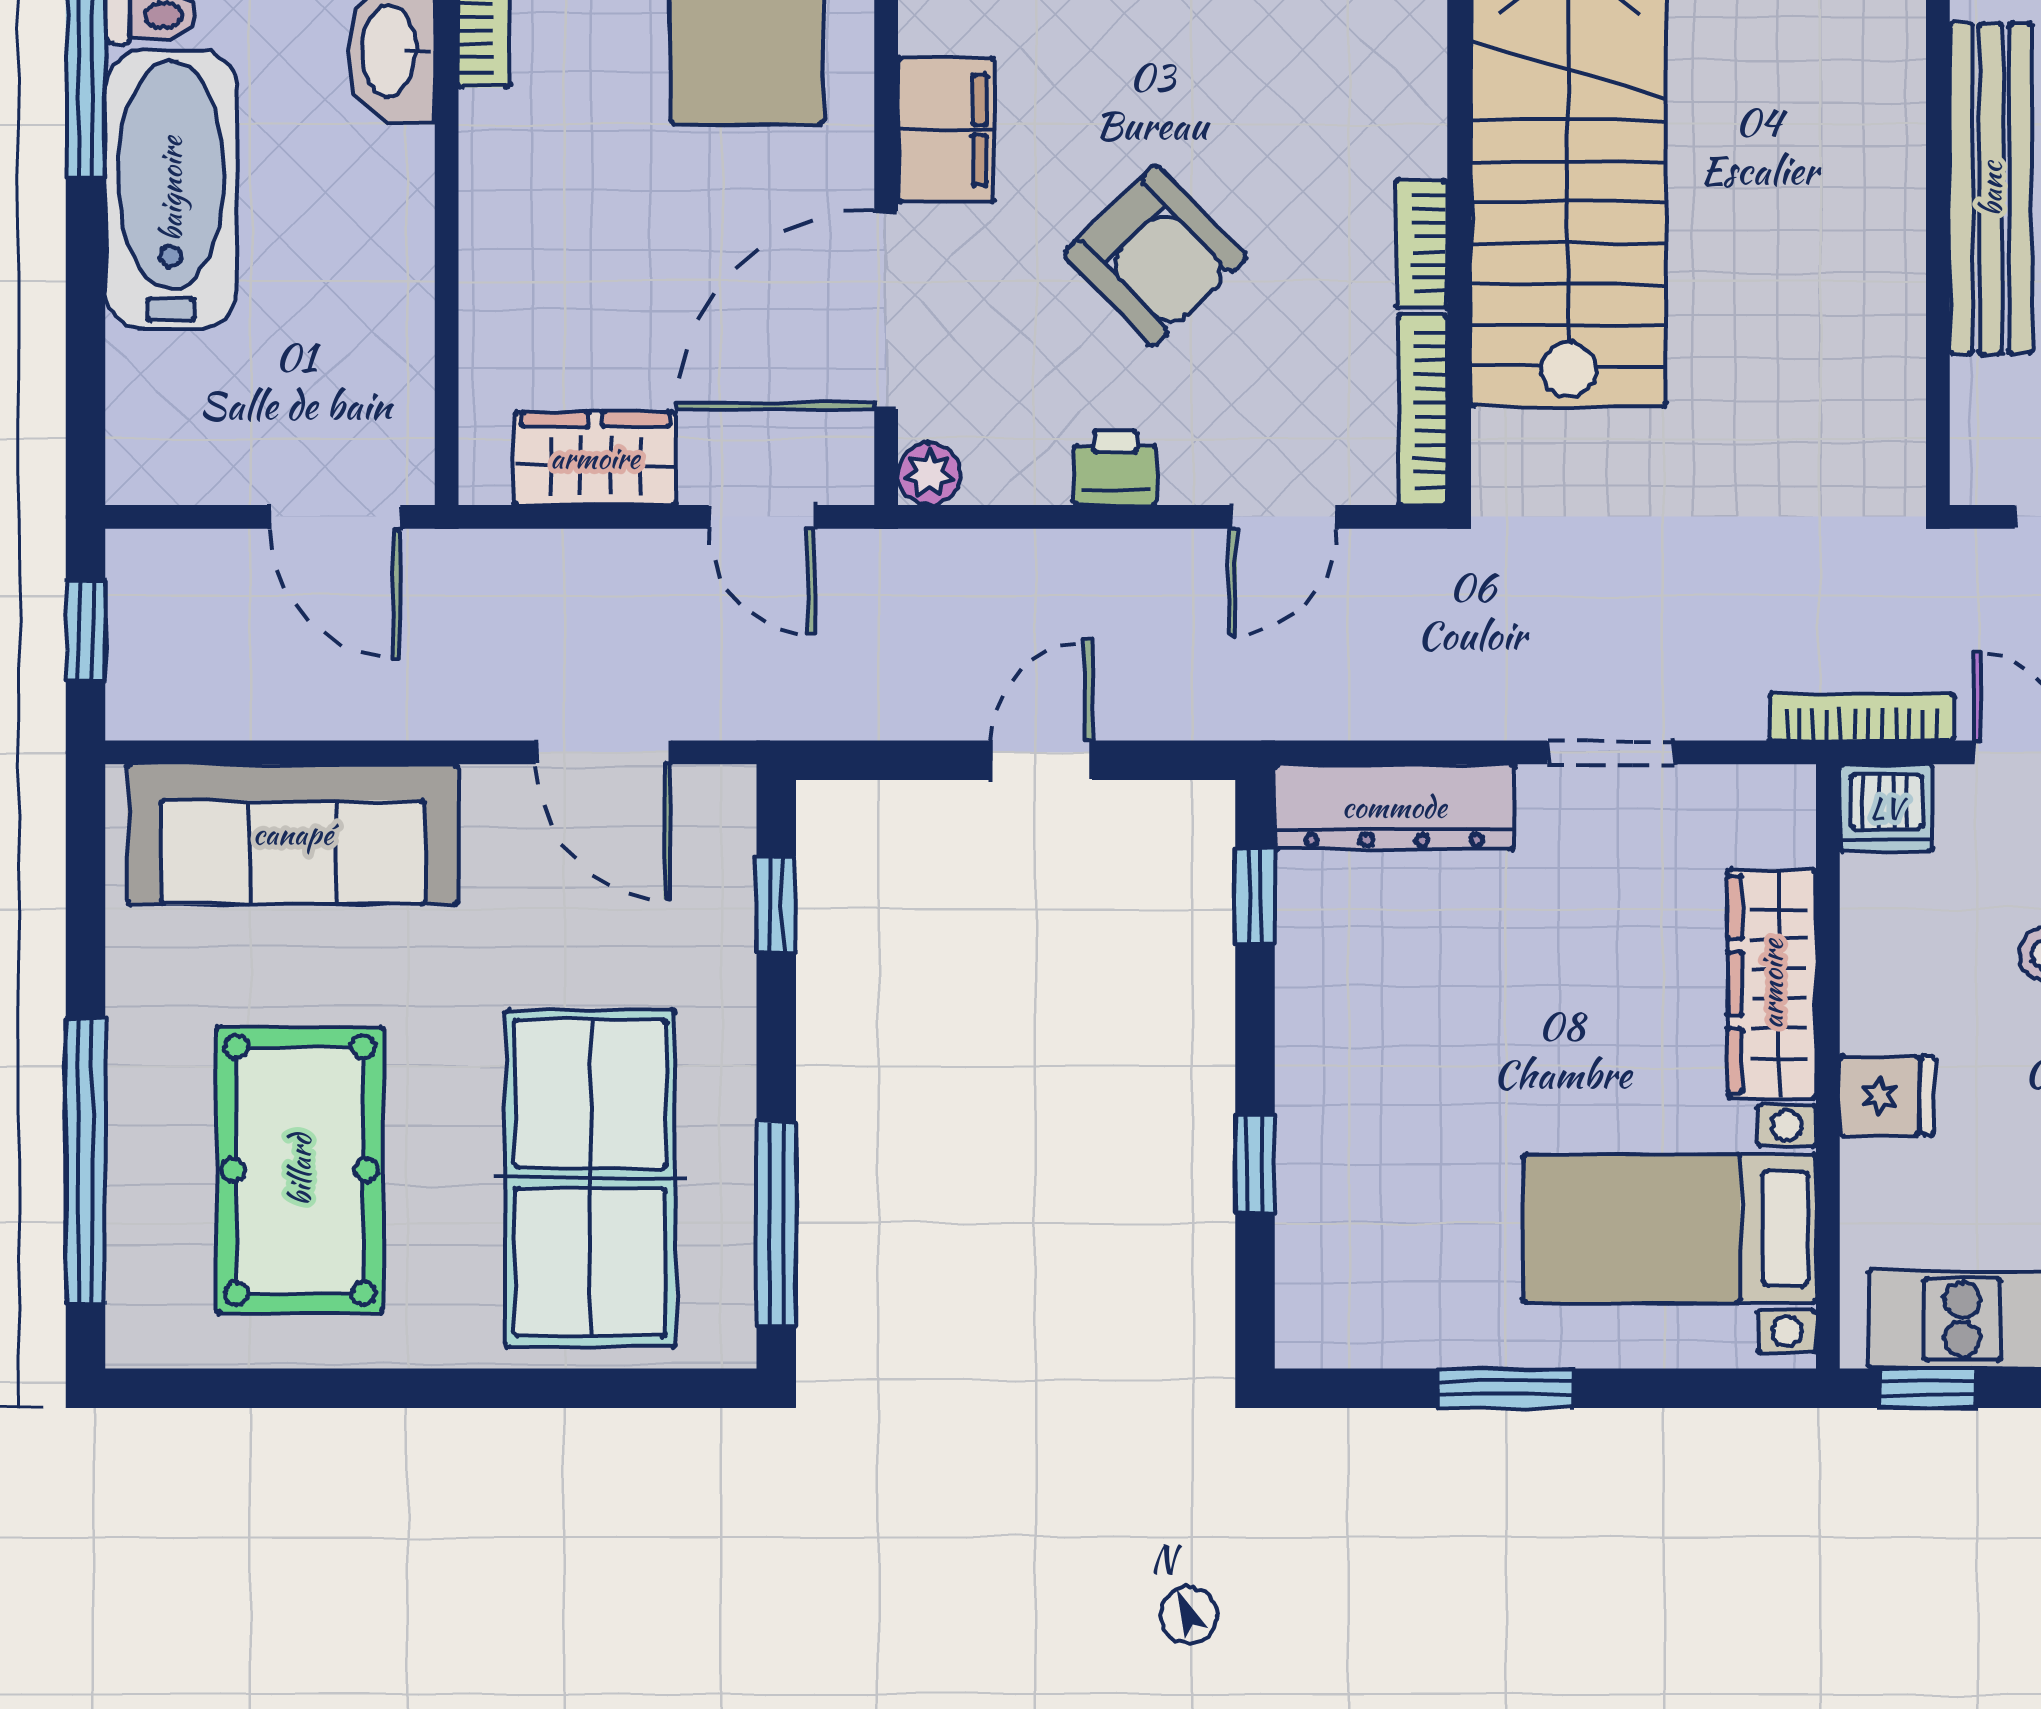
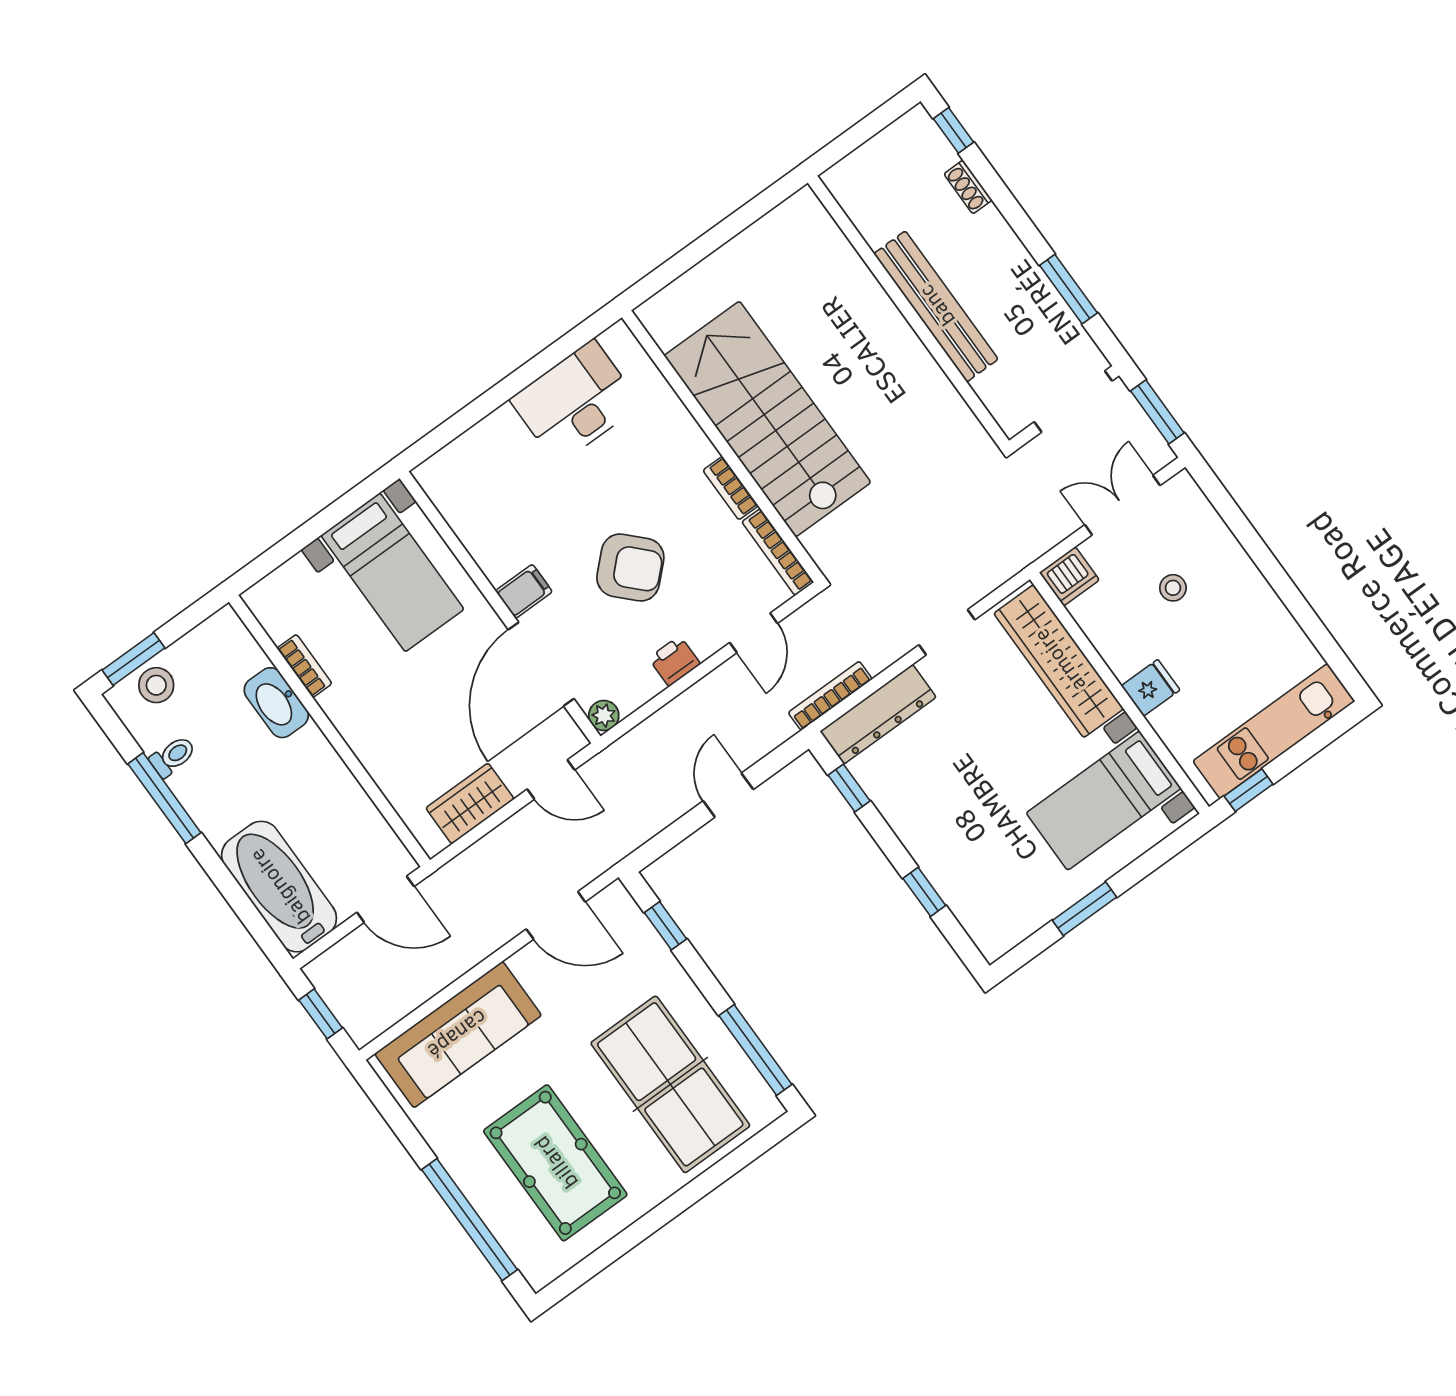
filing cabinet: (946, 130) -> (524, 591), width x0.50
bathtub: (171, 189) -> (279, 887), moved
bookcase: (1862, 717) -> (830, 696), moved
wardrobe: (1772, 984) -> (1059, 661), width x1.40, depth x1.17

